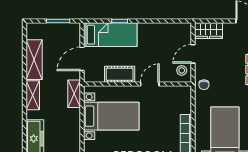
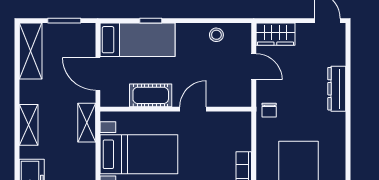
door: (193, 54) -> (254, 67), swing flipped
door: (82, 59) -> (98, 74), hinge flipped
shelving: (34, 60) -> (31, 51), moved
stool: (182, 70) -> (216, 35), moved

